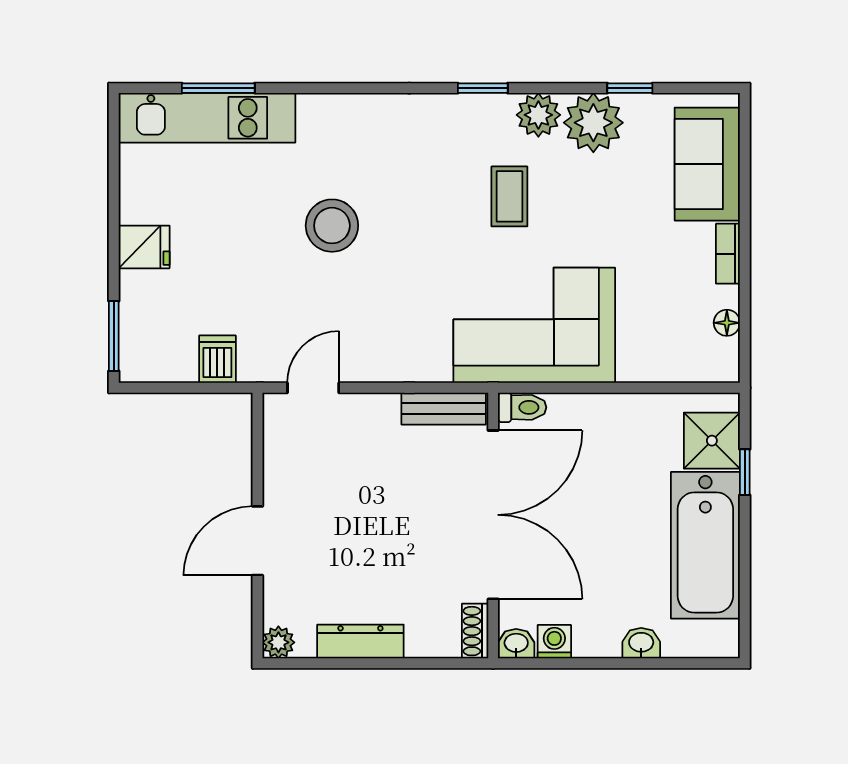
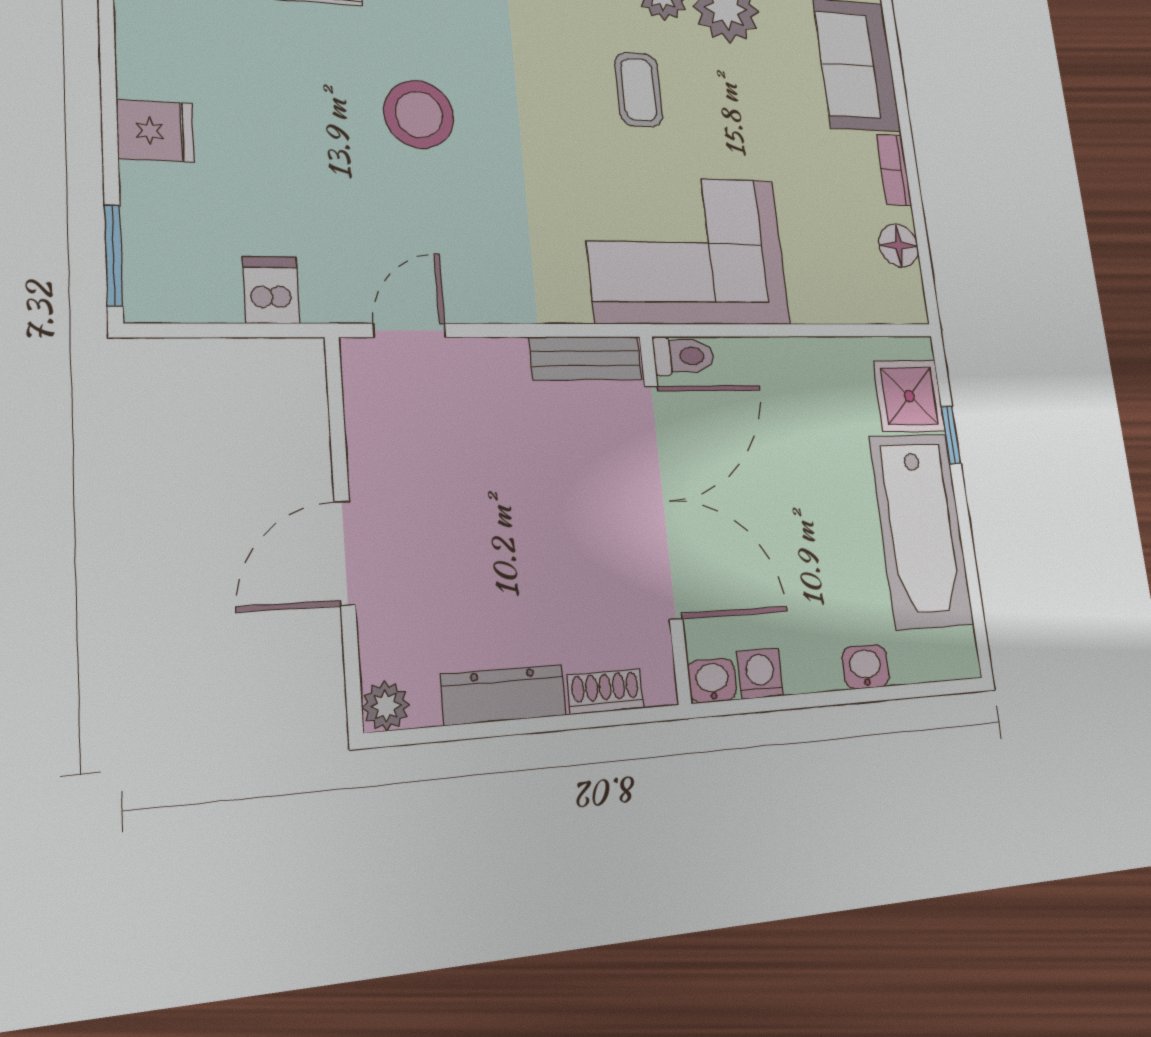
floor lamp: (727, 323) -> (899, 246), width x1.37, depth x1.37
shoe rack: (475, 631) -> (606, 692), moved, turned 90

